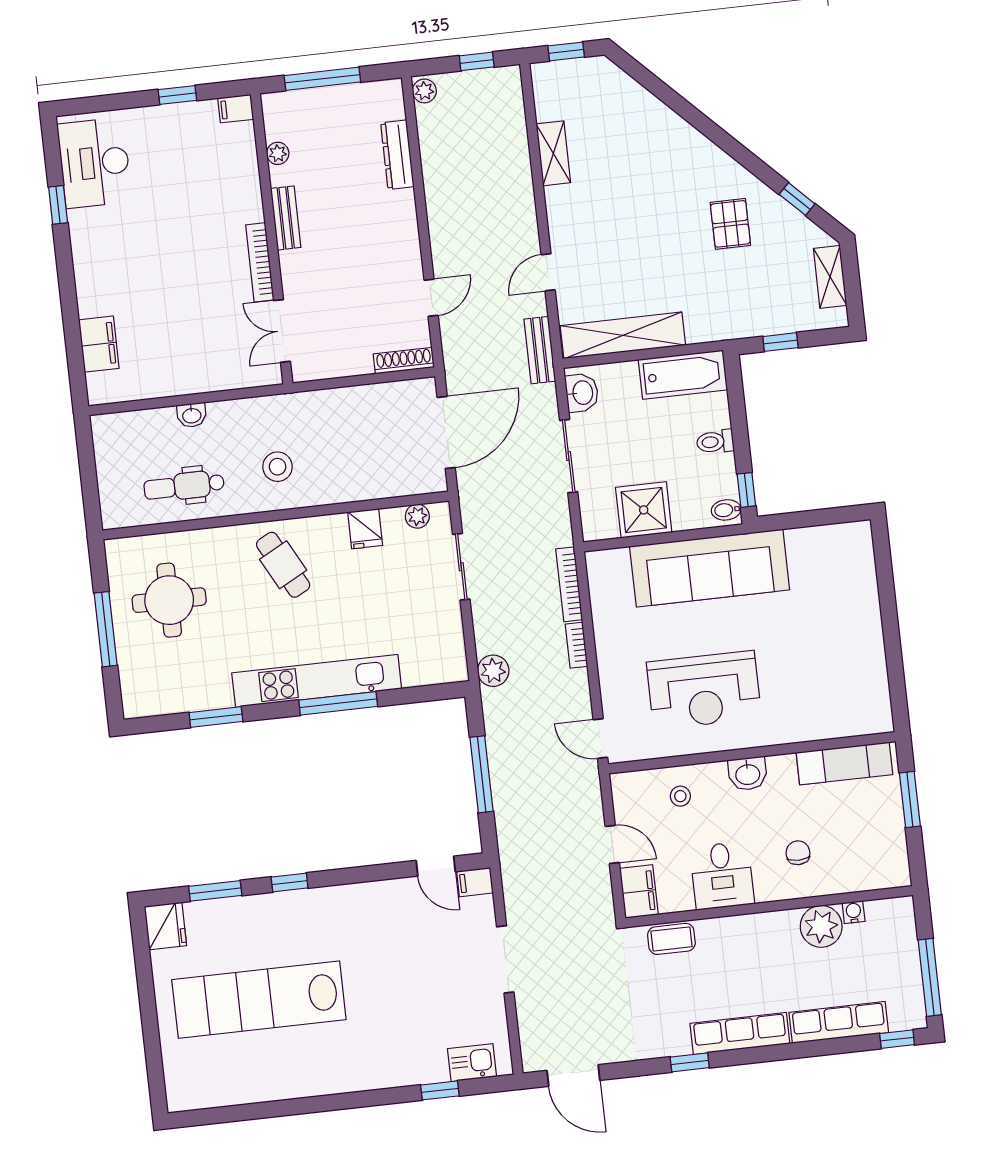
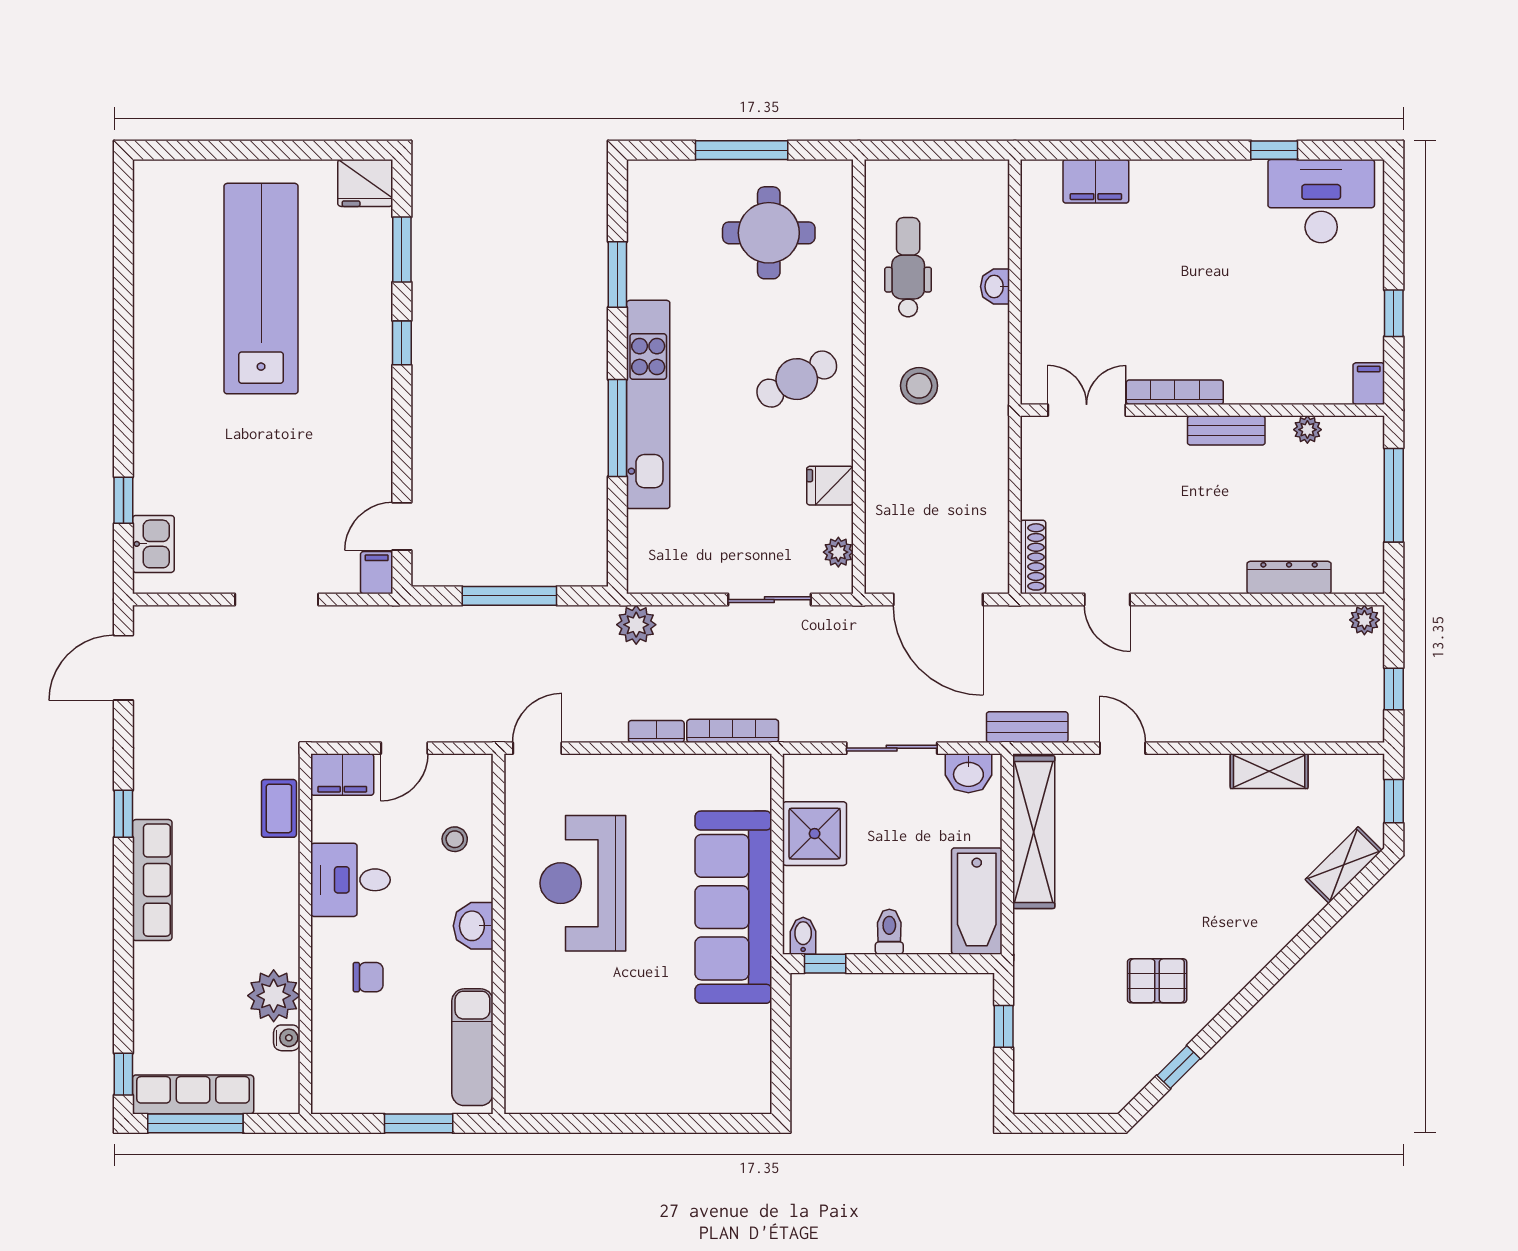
shelving: (830, 277) -> (1344, 865), moved, turned -45
row of seats: (839, 1022) -> (193, 1094), moved, turned -90

